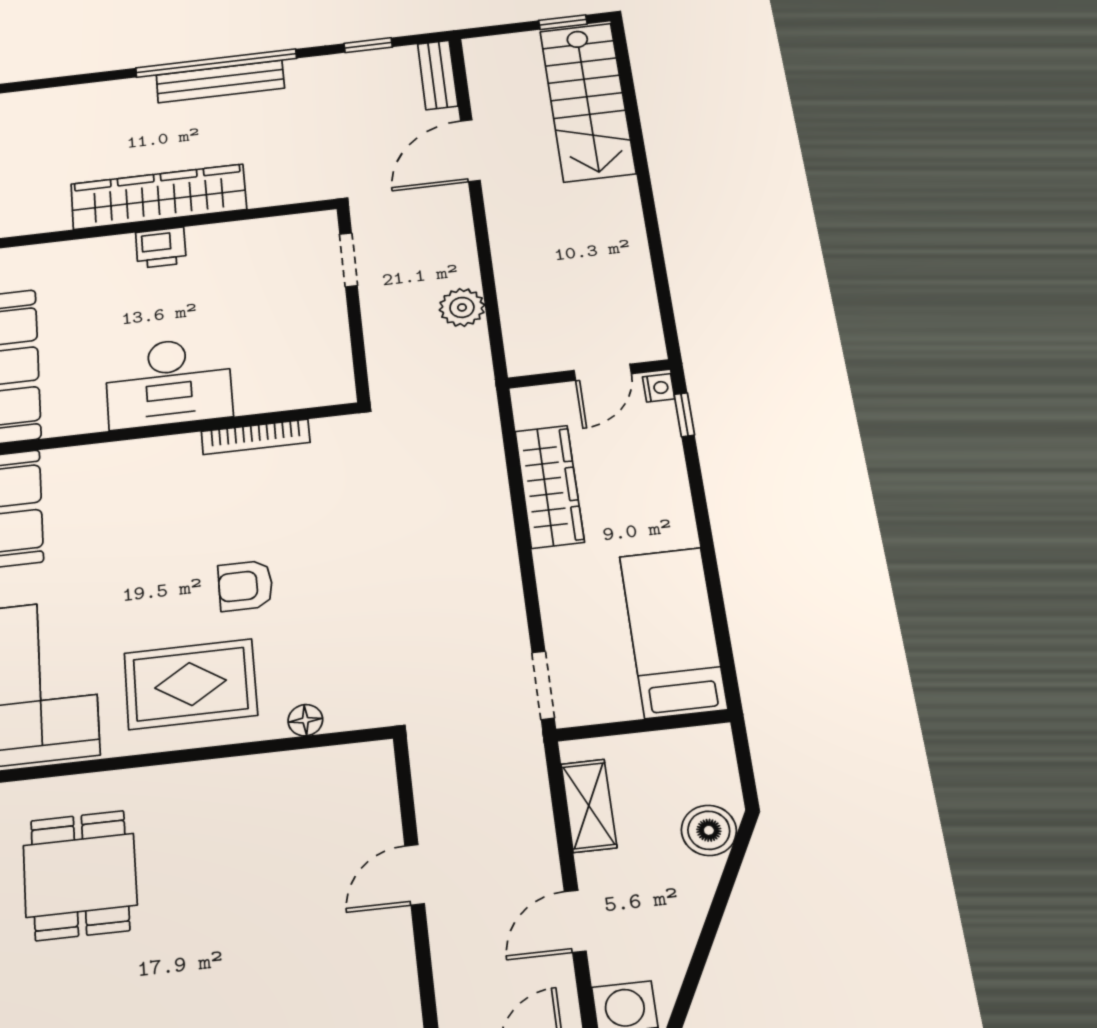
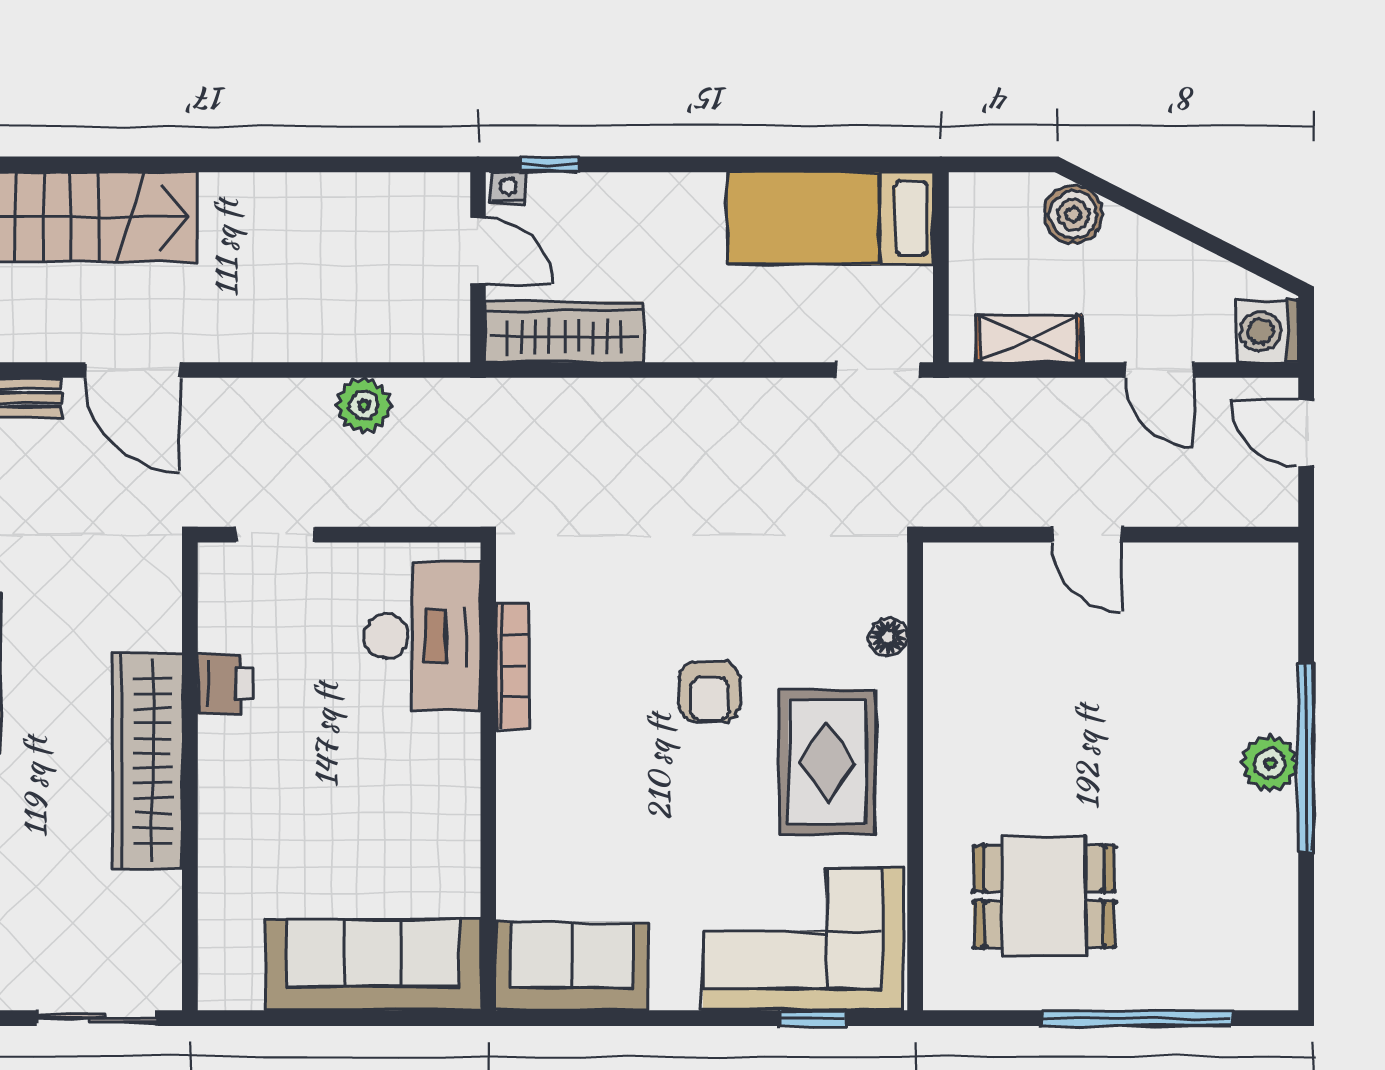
printer: (161, 248) -> (225, 684), moved
desk: (169, 382) -> (422, 636), moved
wardrobe: (549, 486) -> (565, 332), moved

